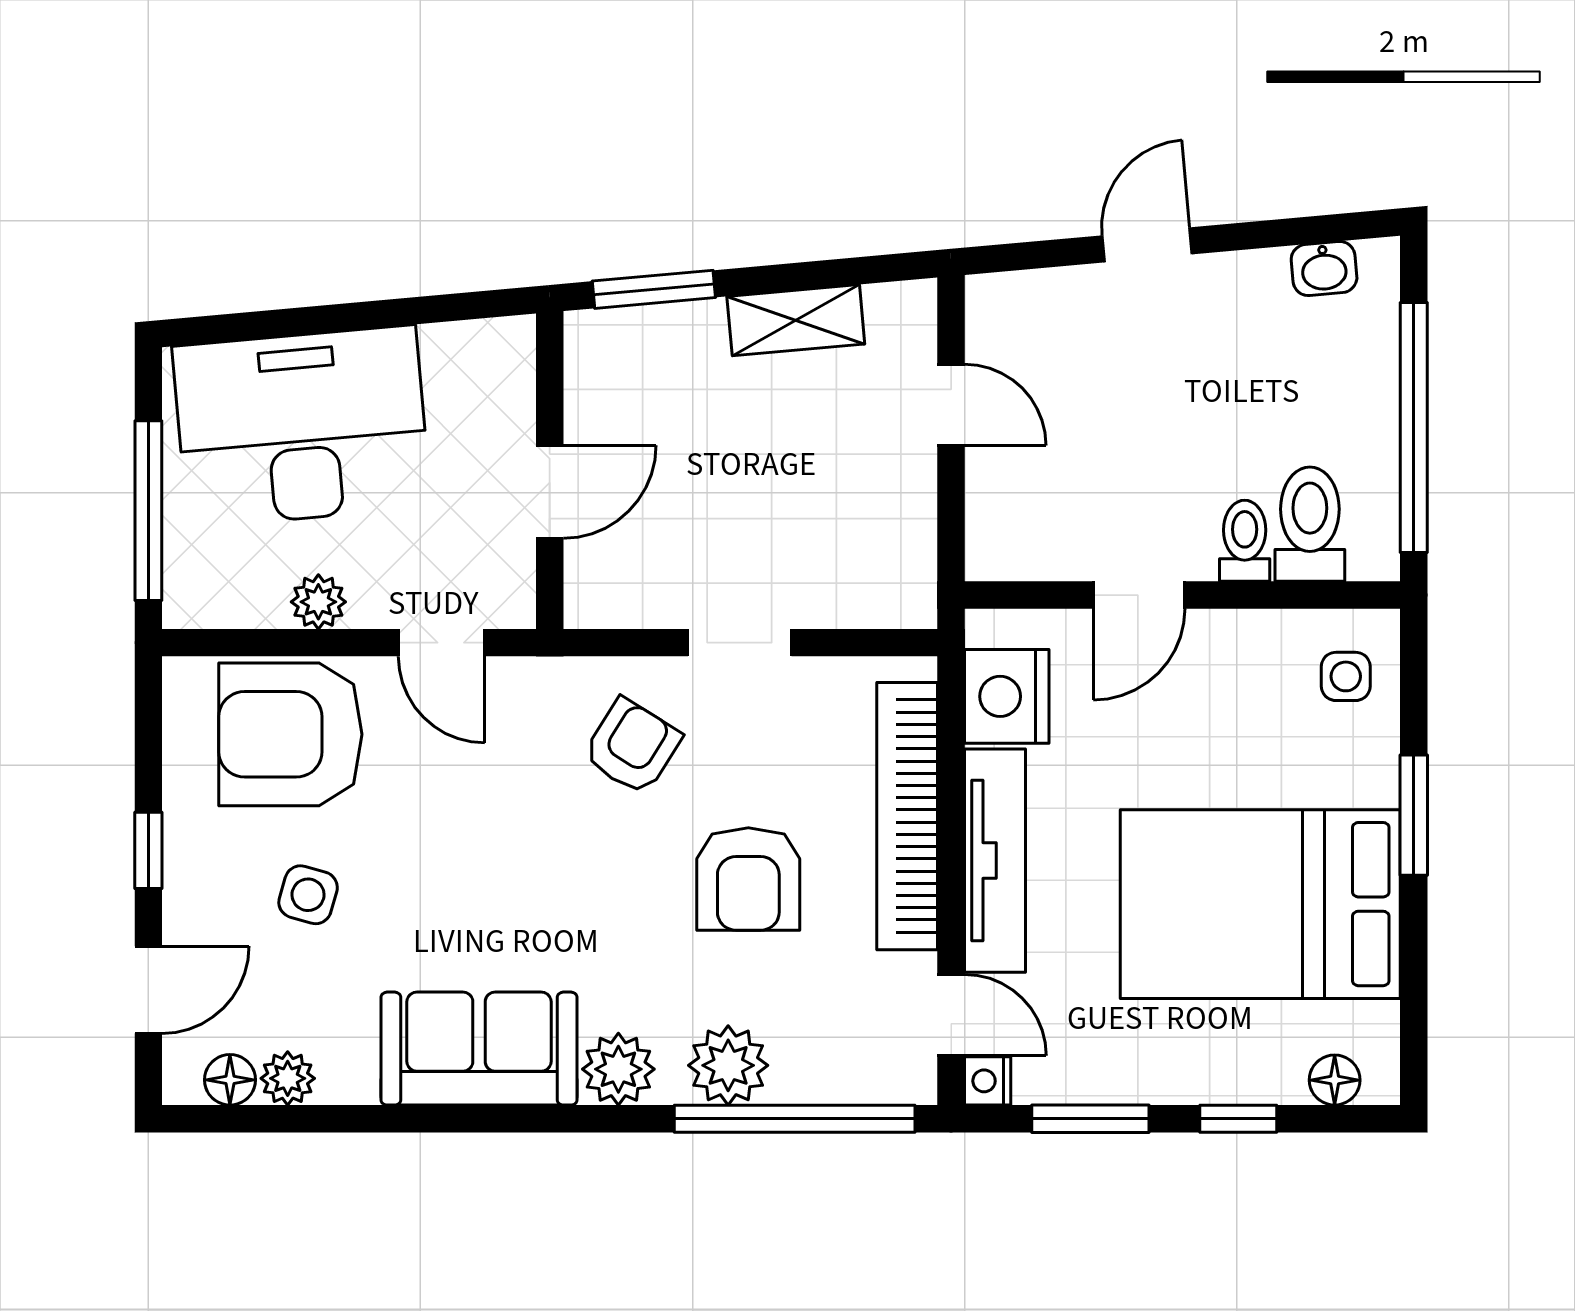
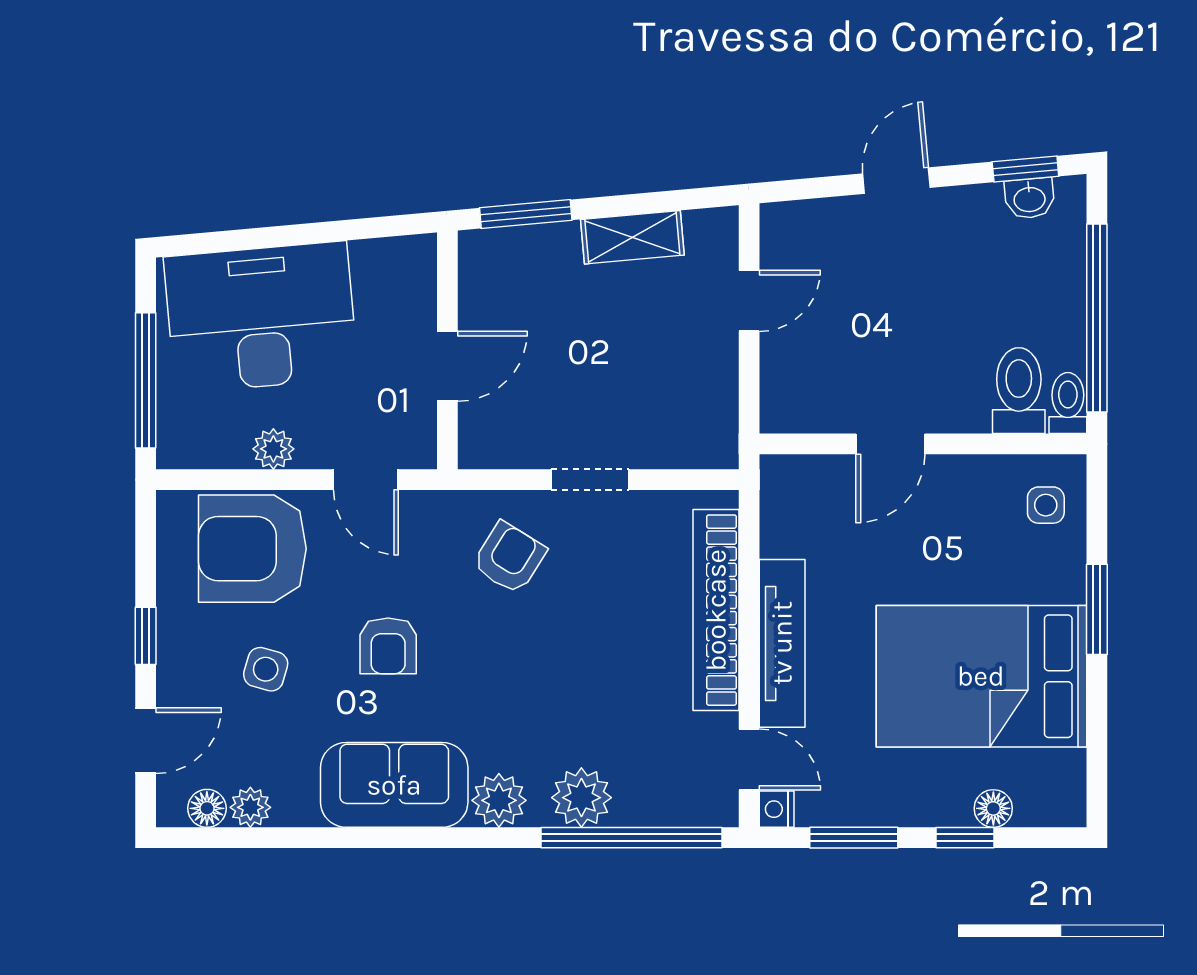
window: (1319, 229) -> (1025, 169), added
door: (951, 405) -> (749, 301), hinge flipped
toilet: (1245, 541) -> (1068, 403), moved
nightstand: (1007, 696) -> (791, 520), removed
armchair: (748, 879) -> (388, 646), moved, width x0.72, depth x0.72
floor lamp: (1335, 1080) -> (993, 808), moved

